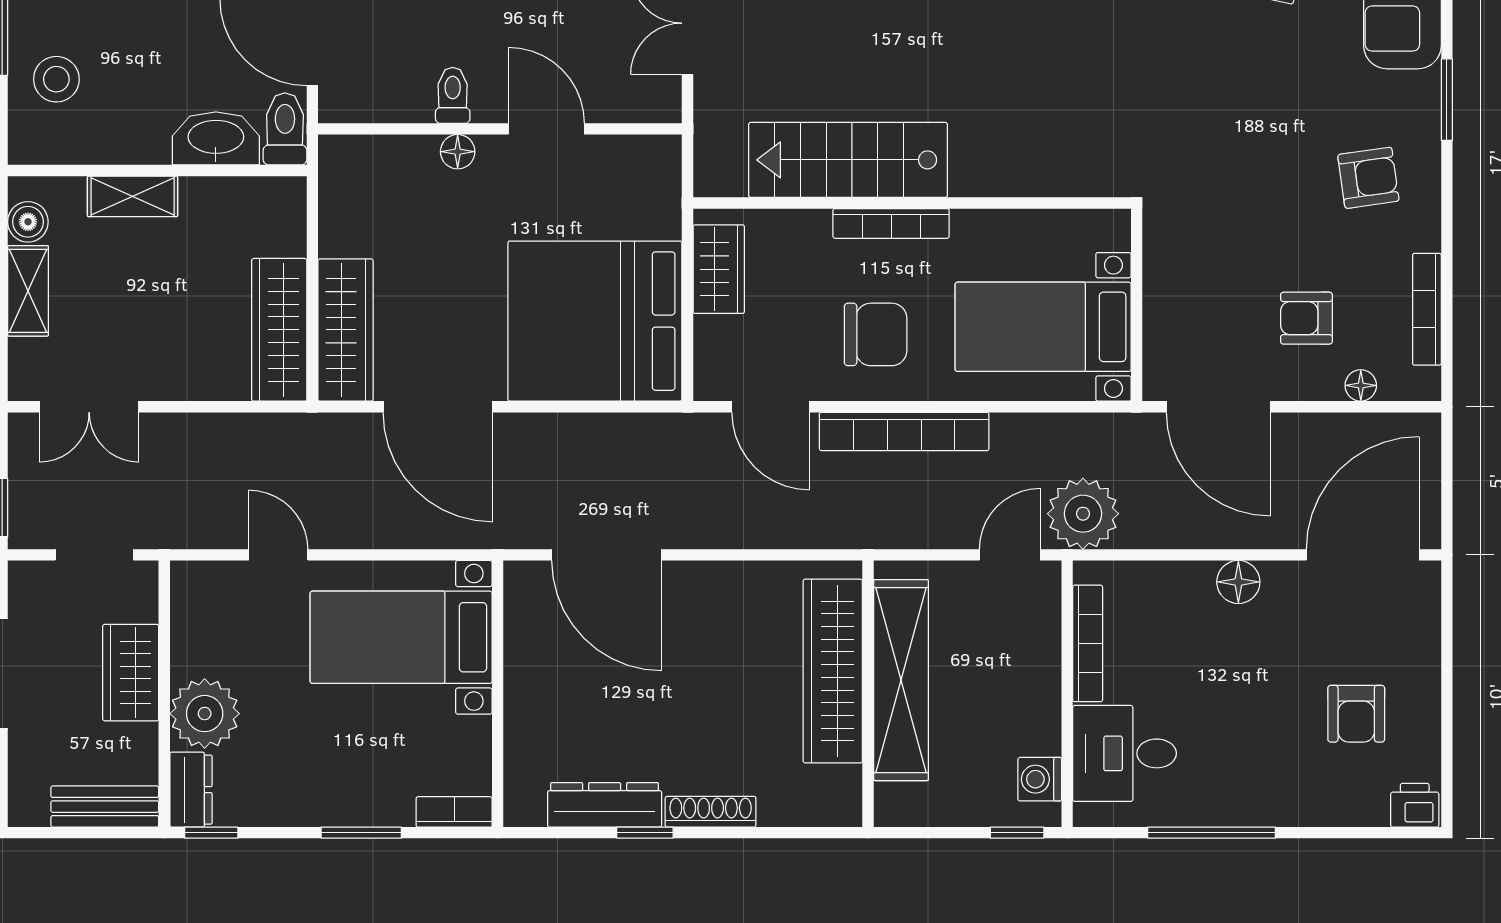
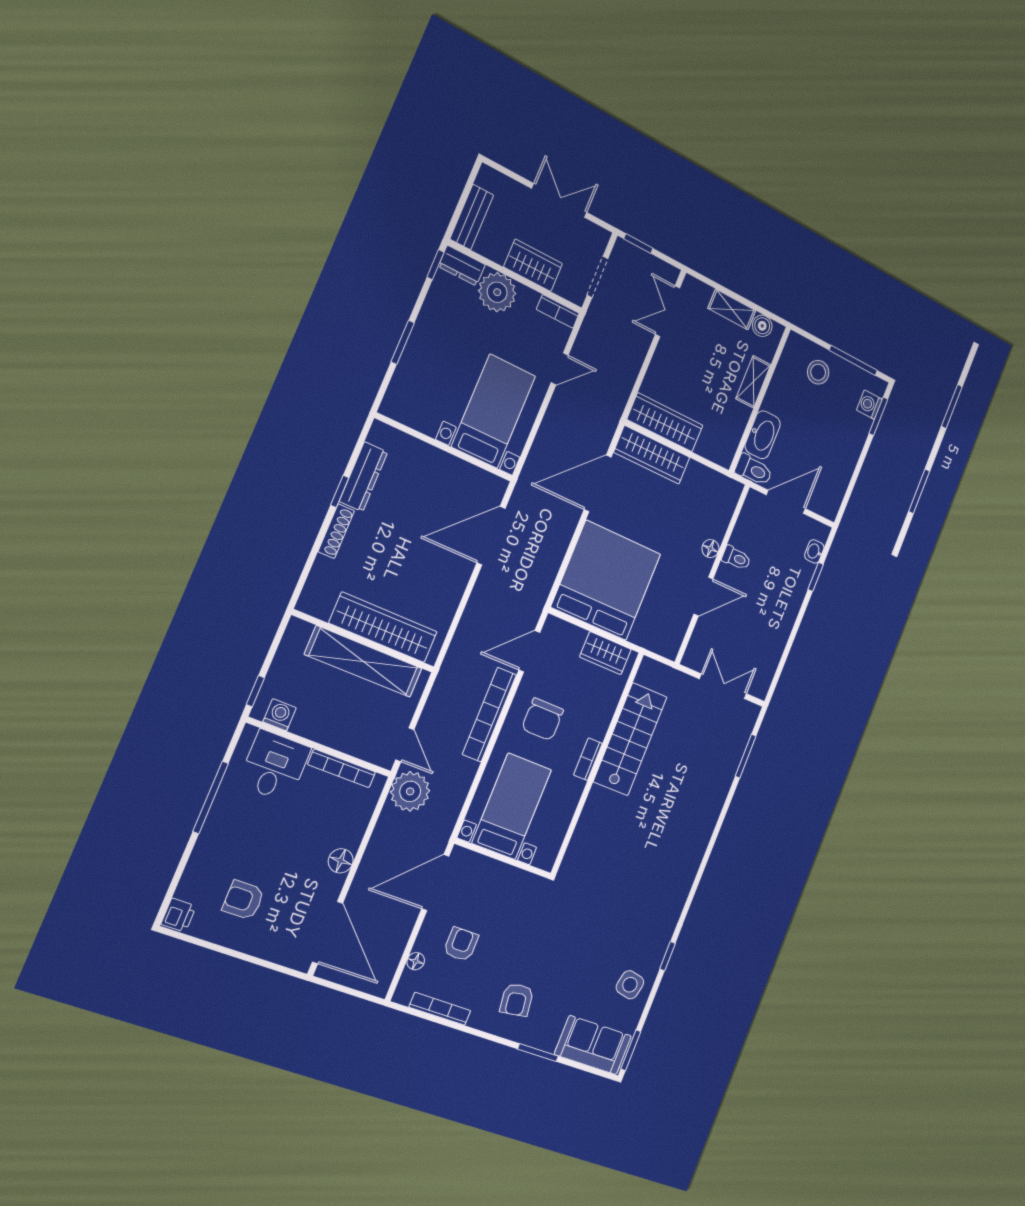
bookcase: (891, 223) -> (588, 759), width x0.64
bookcase: (454, 812) -> (558, 311), moved, turned 90

